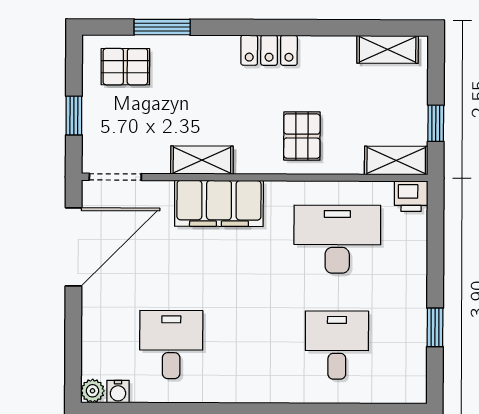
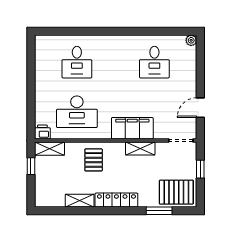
shelving: (388, 49) -> (80, 201), moved
locker: (269, 50) -> (116, 200), width x1.53
pallet: (125, 67) -> (176, 192), width x1.50, depth x1.42
door: (73, 247) -> (200, 108), width x0.53
window: (435, 327) -> (31, 71), removed
water cooler: (118, 392) -> (179, 40), removed

